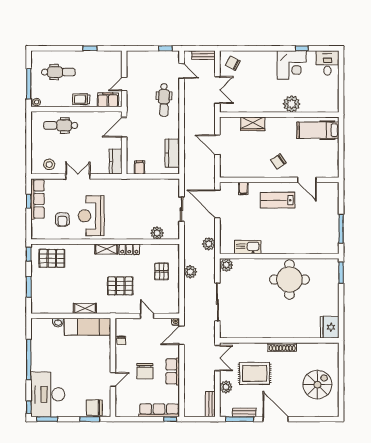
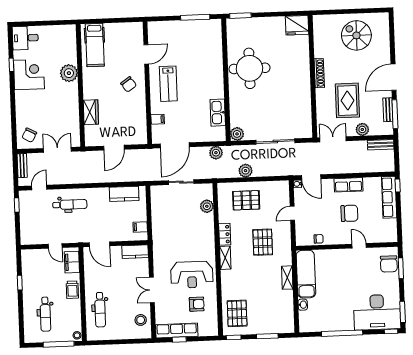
dental chair: (58, 72) -> (45, 314), turned 180
pallet: (161, 271) -> (246, 200), width x1.50, depth x1.42

